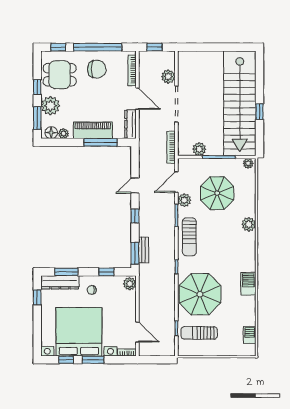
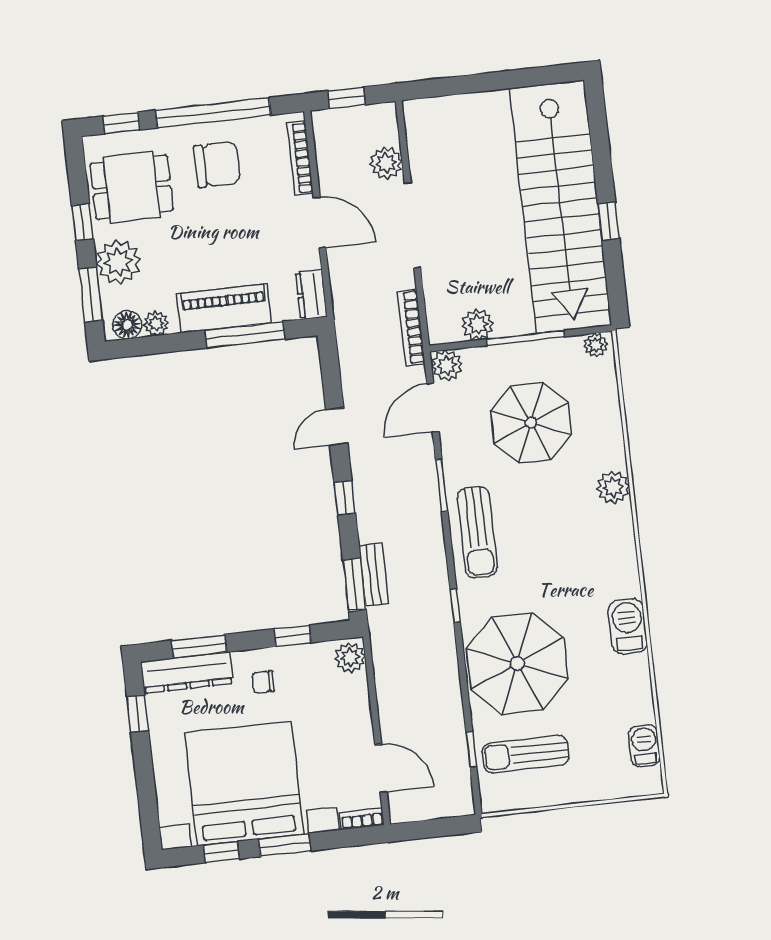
dresser: (130, 124) -> (311, 295), width x0.70
plant: (184, 200) -> (447, 365), moved

